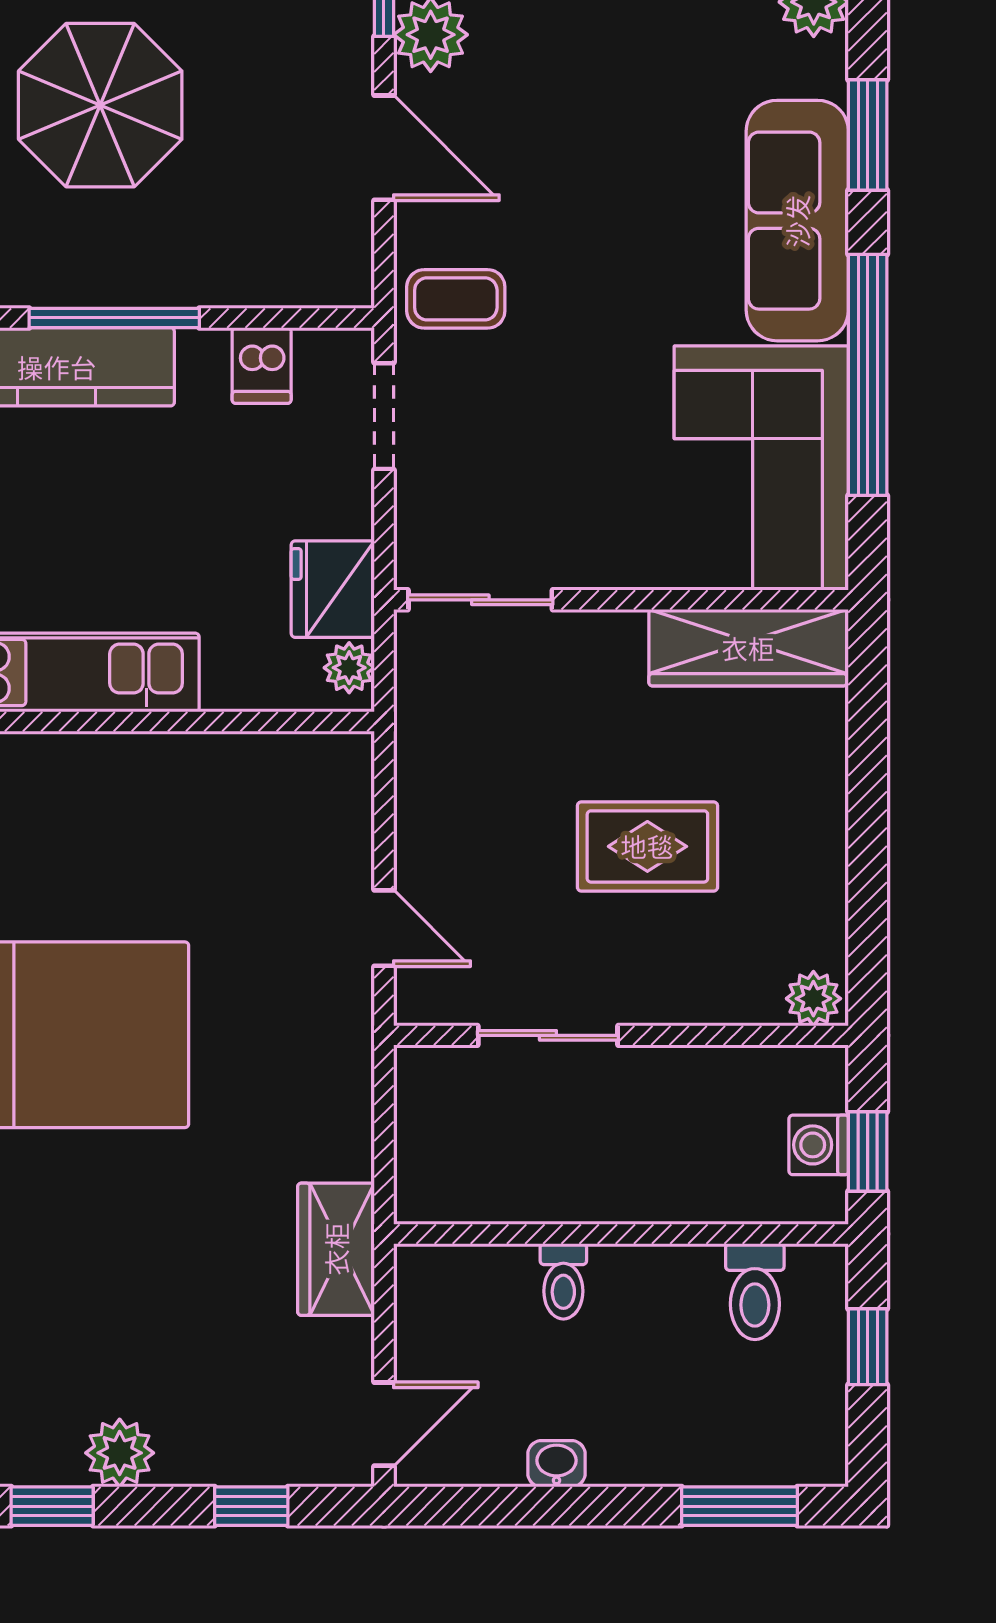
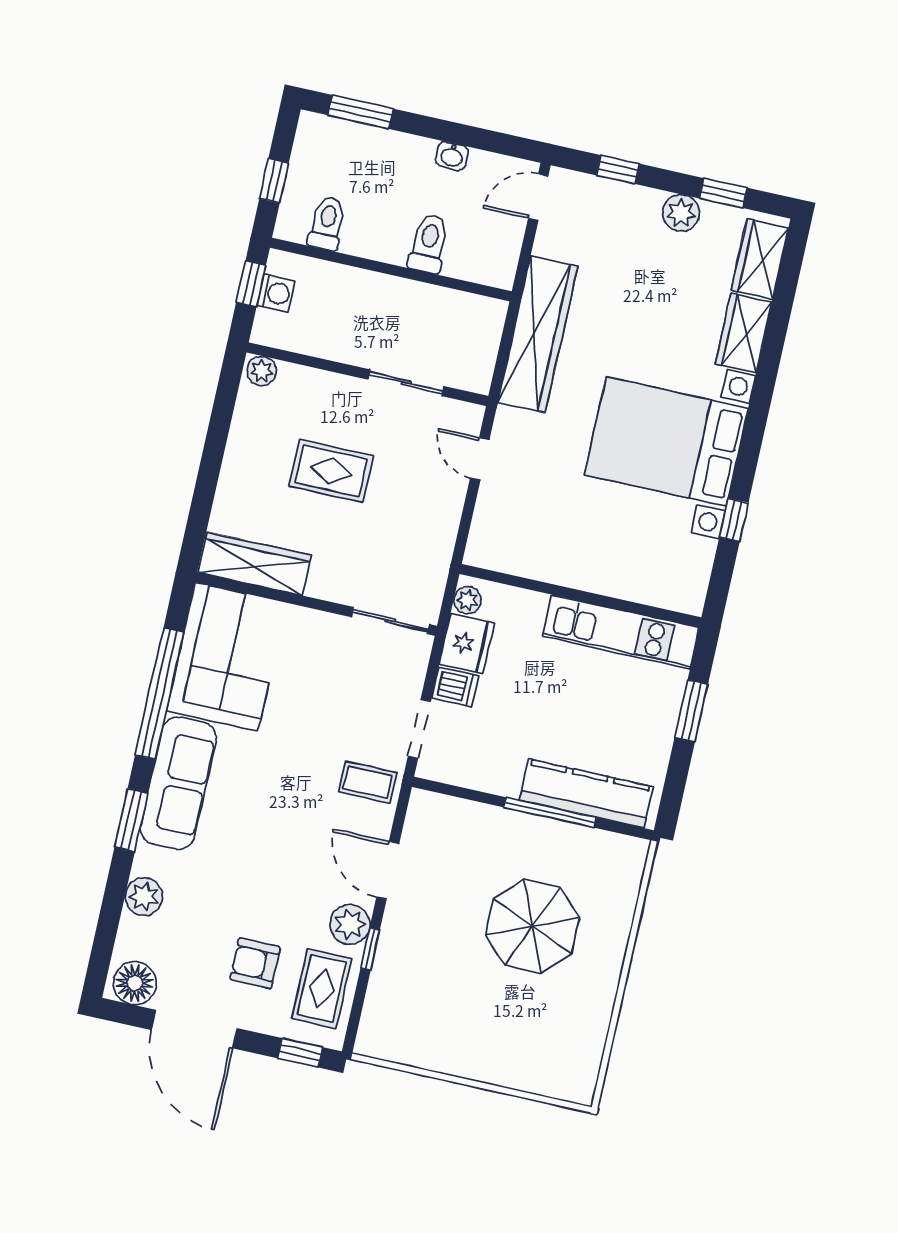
dishwasher: (262, 365) -> (455, 687), moved, turned 90
wardrobe: (336, 1249) -> (538, 334), width x2.10, depth x1.17
toilet: (563, 1281) -> (429, 244), width x1.37, depth x1.39

